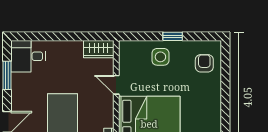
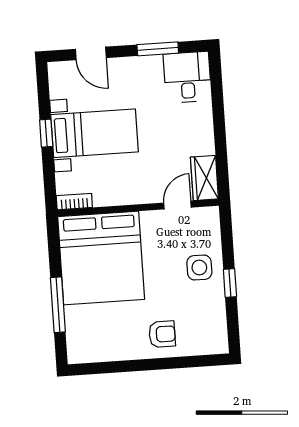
armchair: (204, 63) -> (162, 334), moved
door: (116, 85) -> (177, 205), moved

